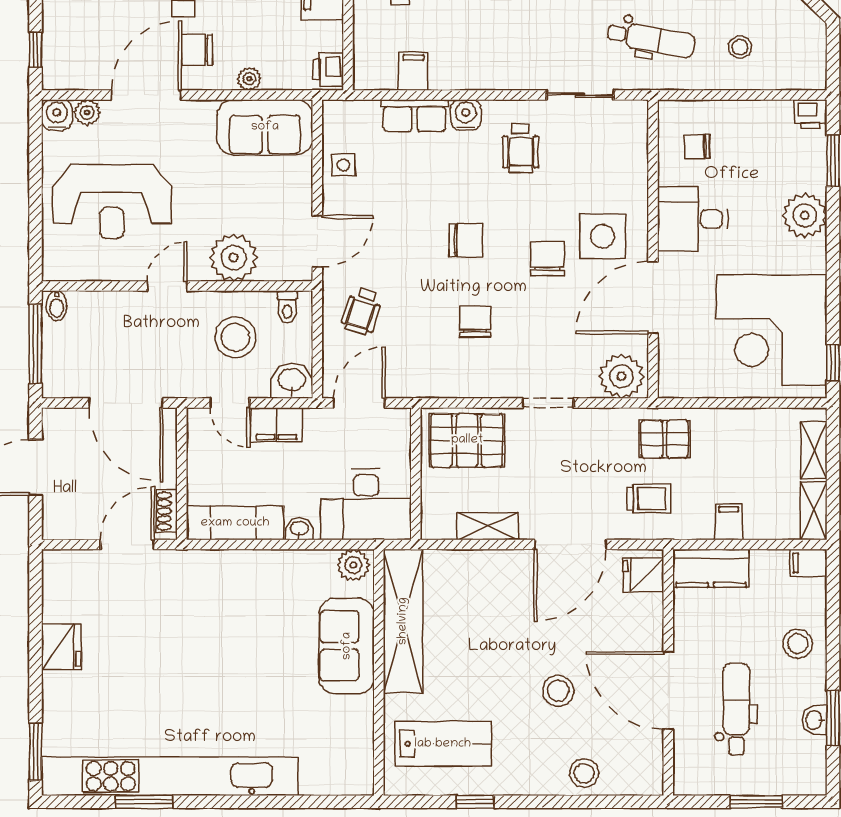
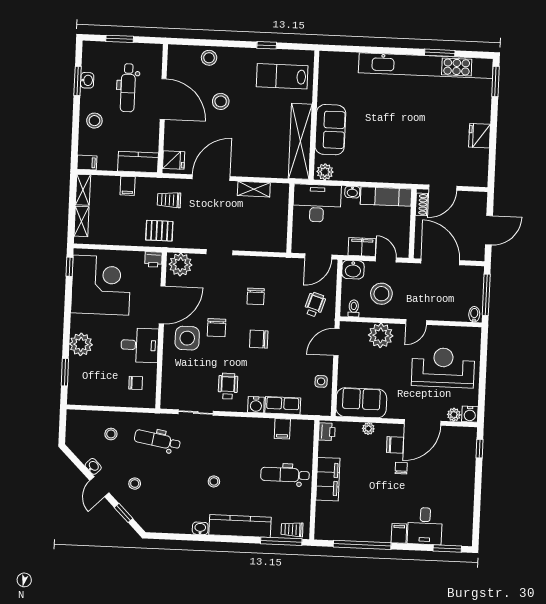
printer: (810, 114) -> (153, 259), moved, turned 180
pallet: (467, 440) -> (263, 234), removed

